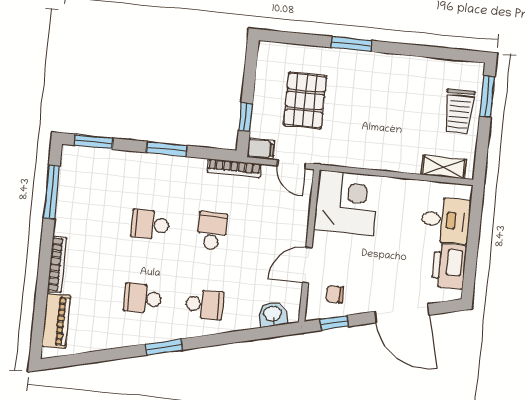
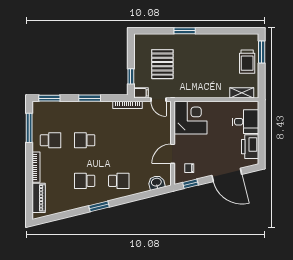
school desk: (212, 231) -> (50, 140), moved, turned 90

